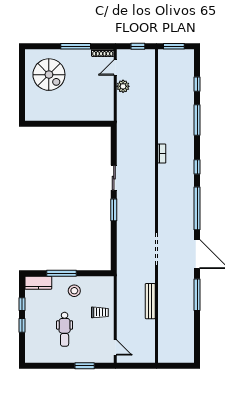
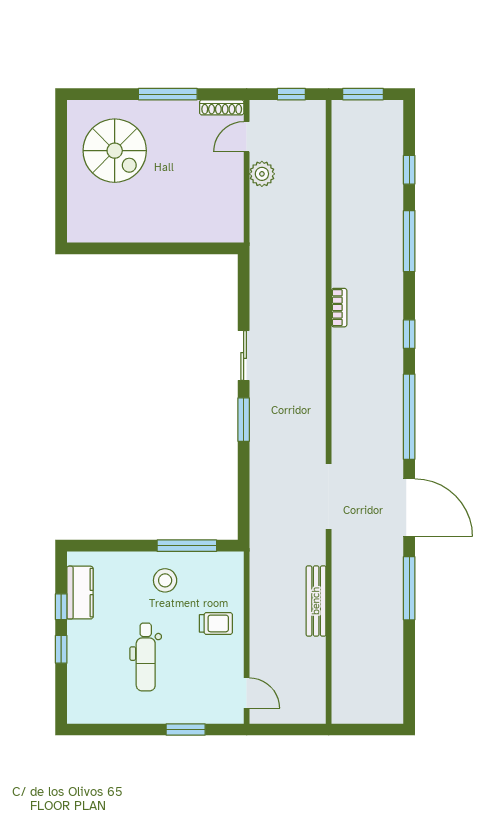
window: (61, 273) -> (187, 546), moved
kitchen counter: (38, 283) -> (80, 593), moved, turned -90

